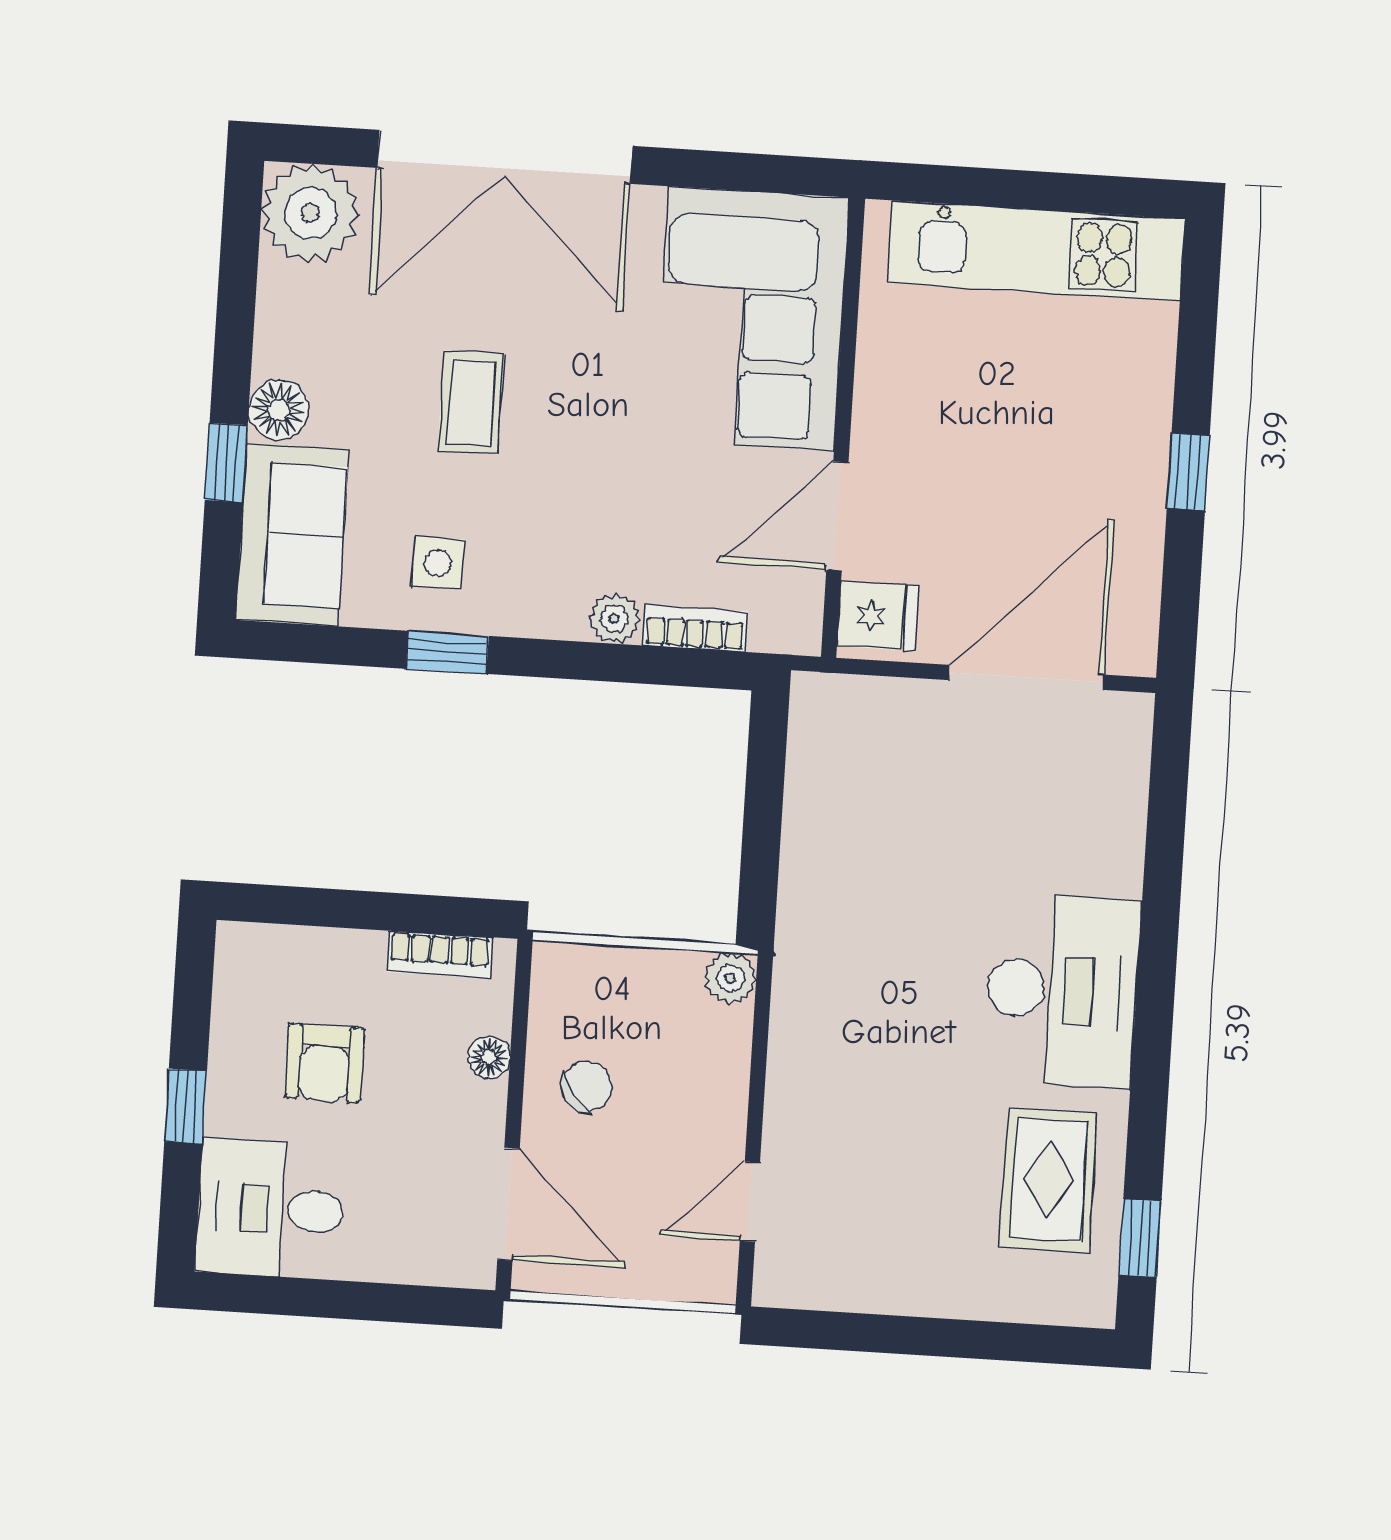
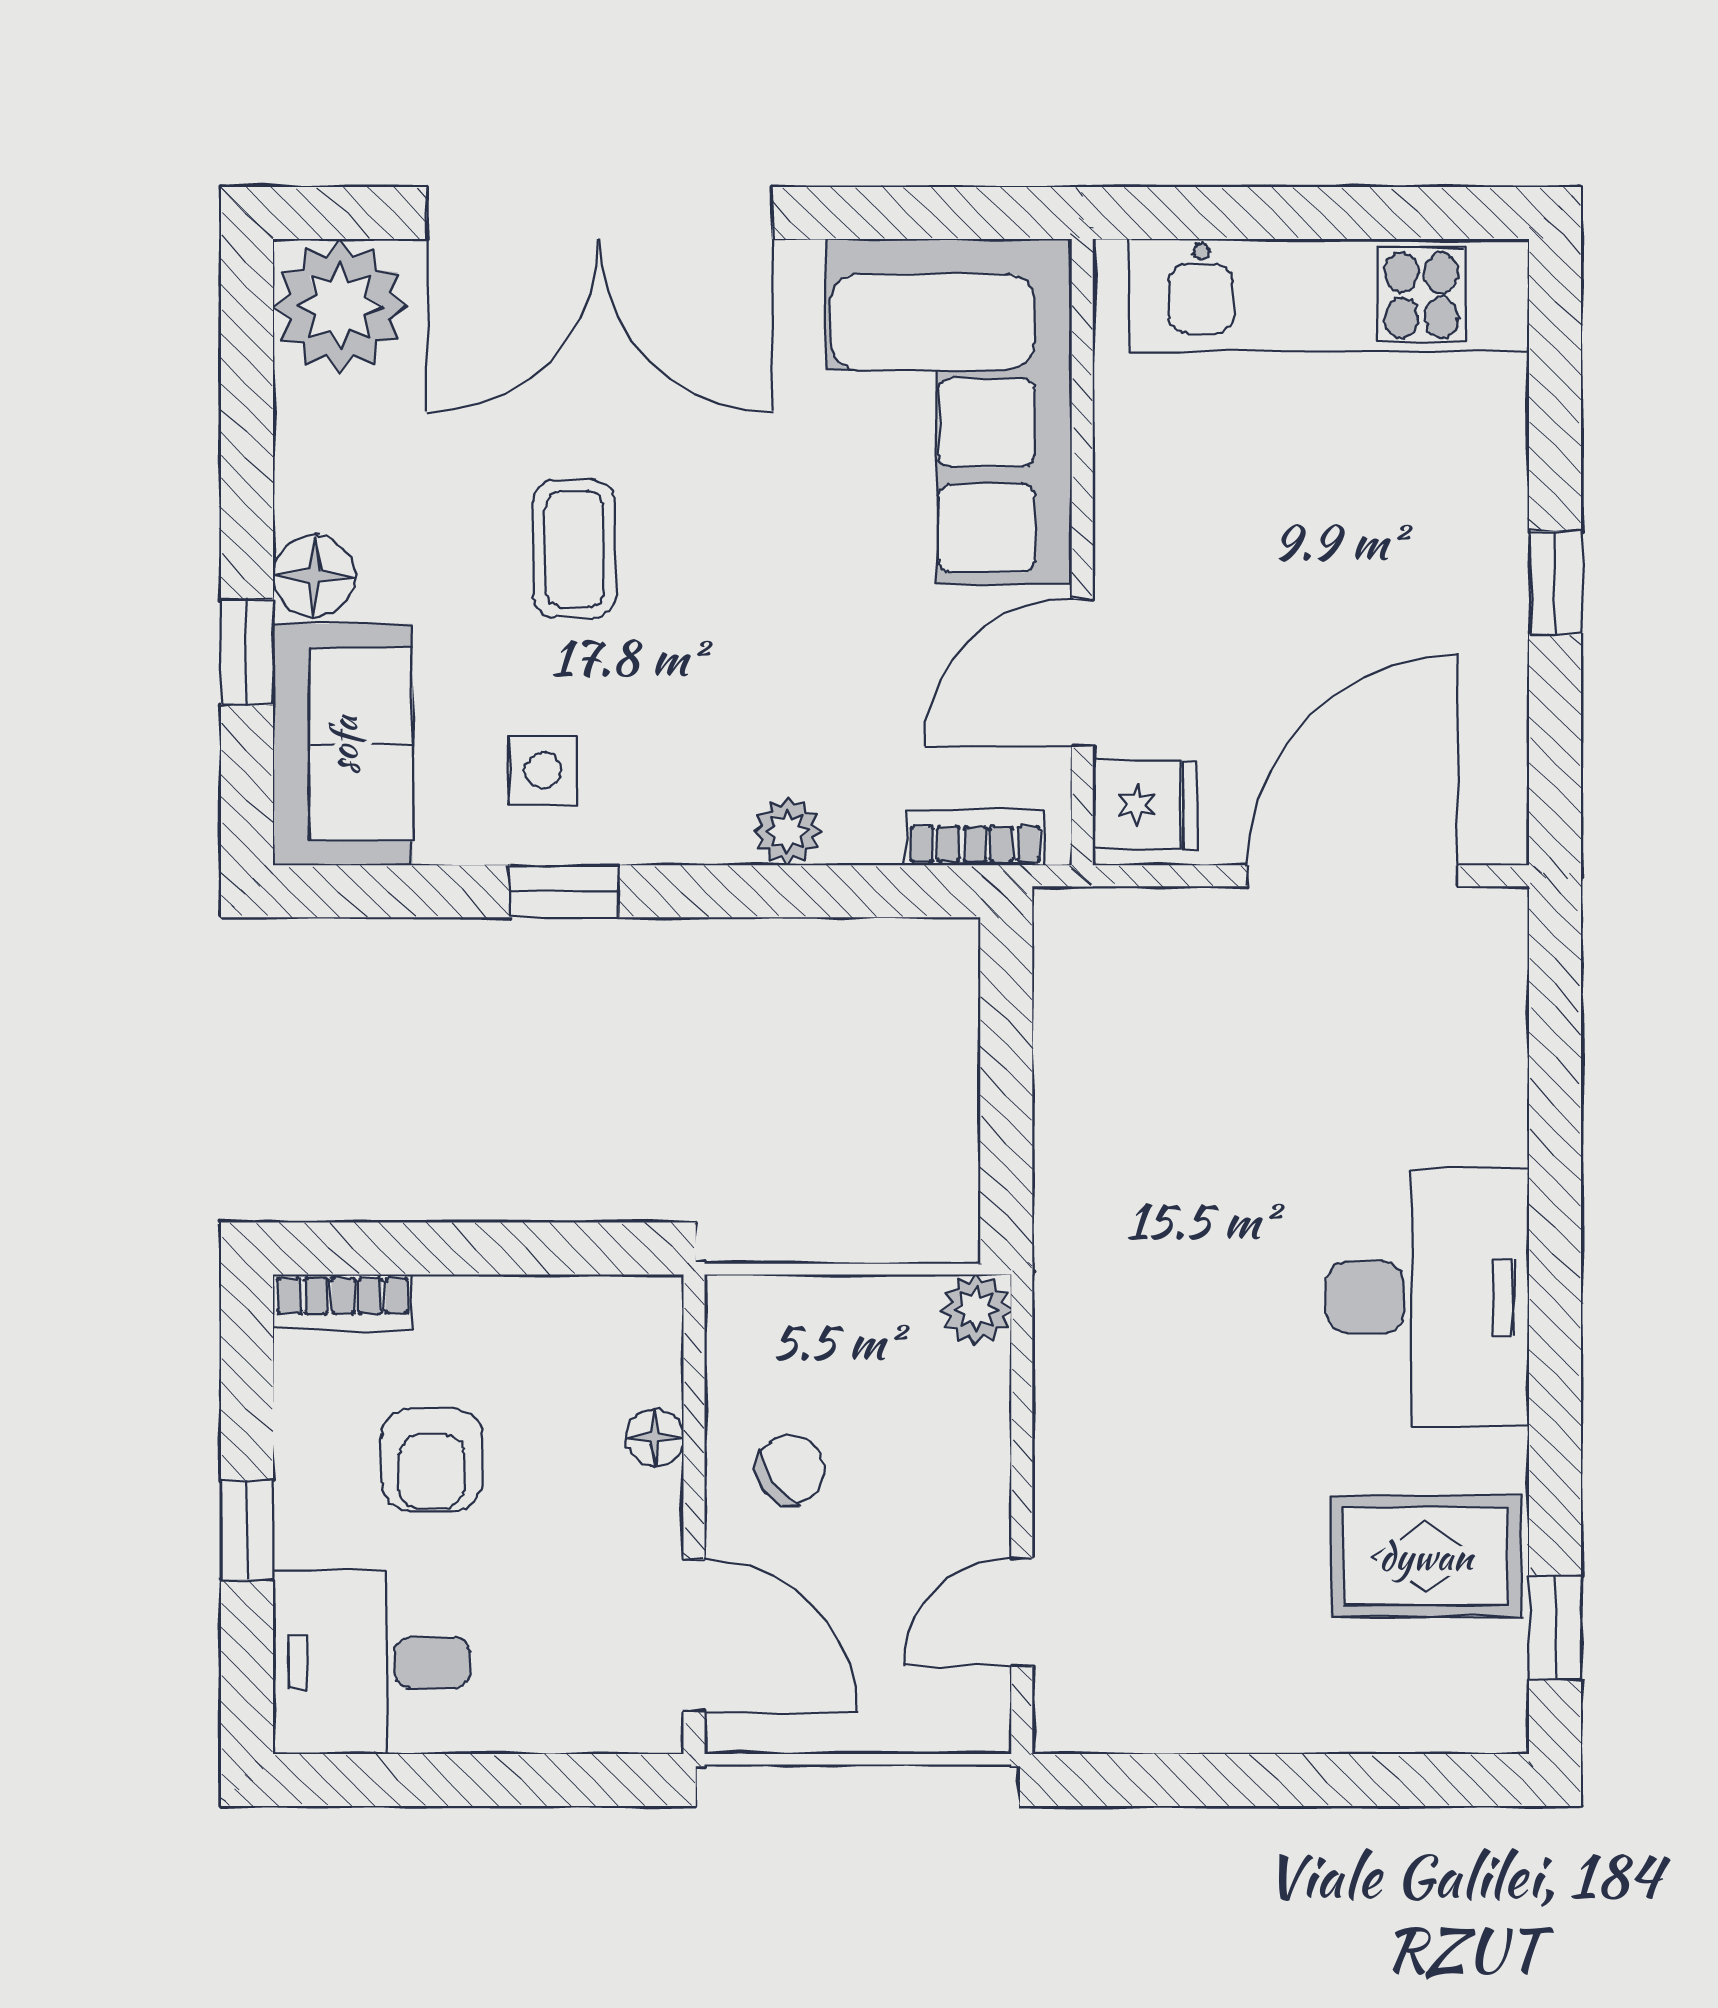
bookcase: (695, 628) -> (975, 838), moved
bookcase: (440, 954) -> (343, 1302), moved
rug: (1049, 1180) -> (1426, 1556), turned 90

